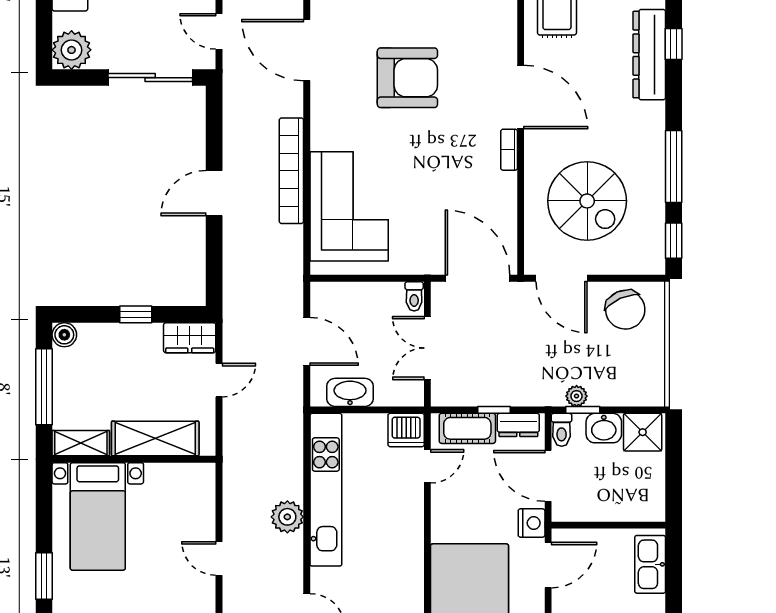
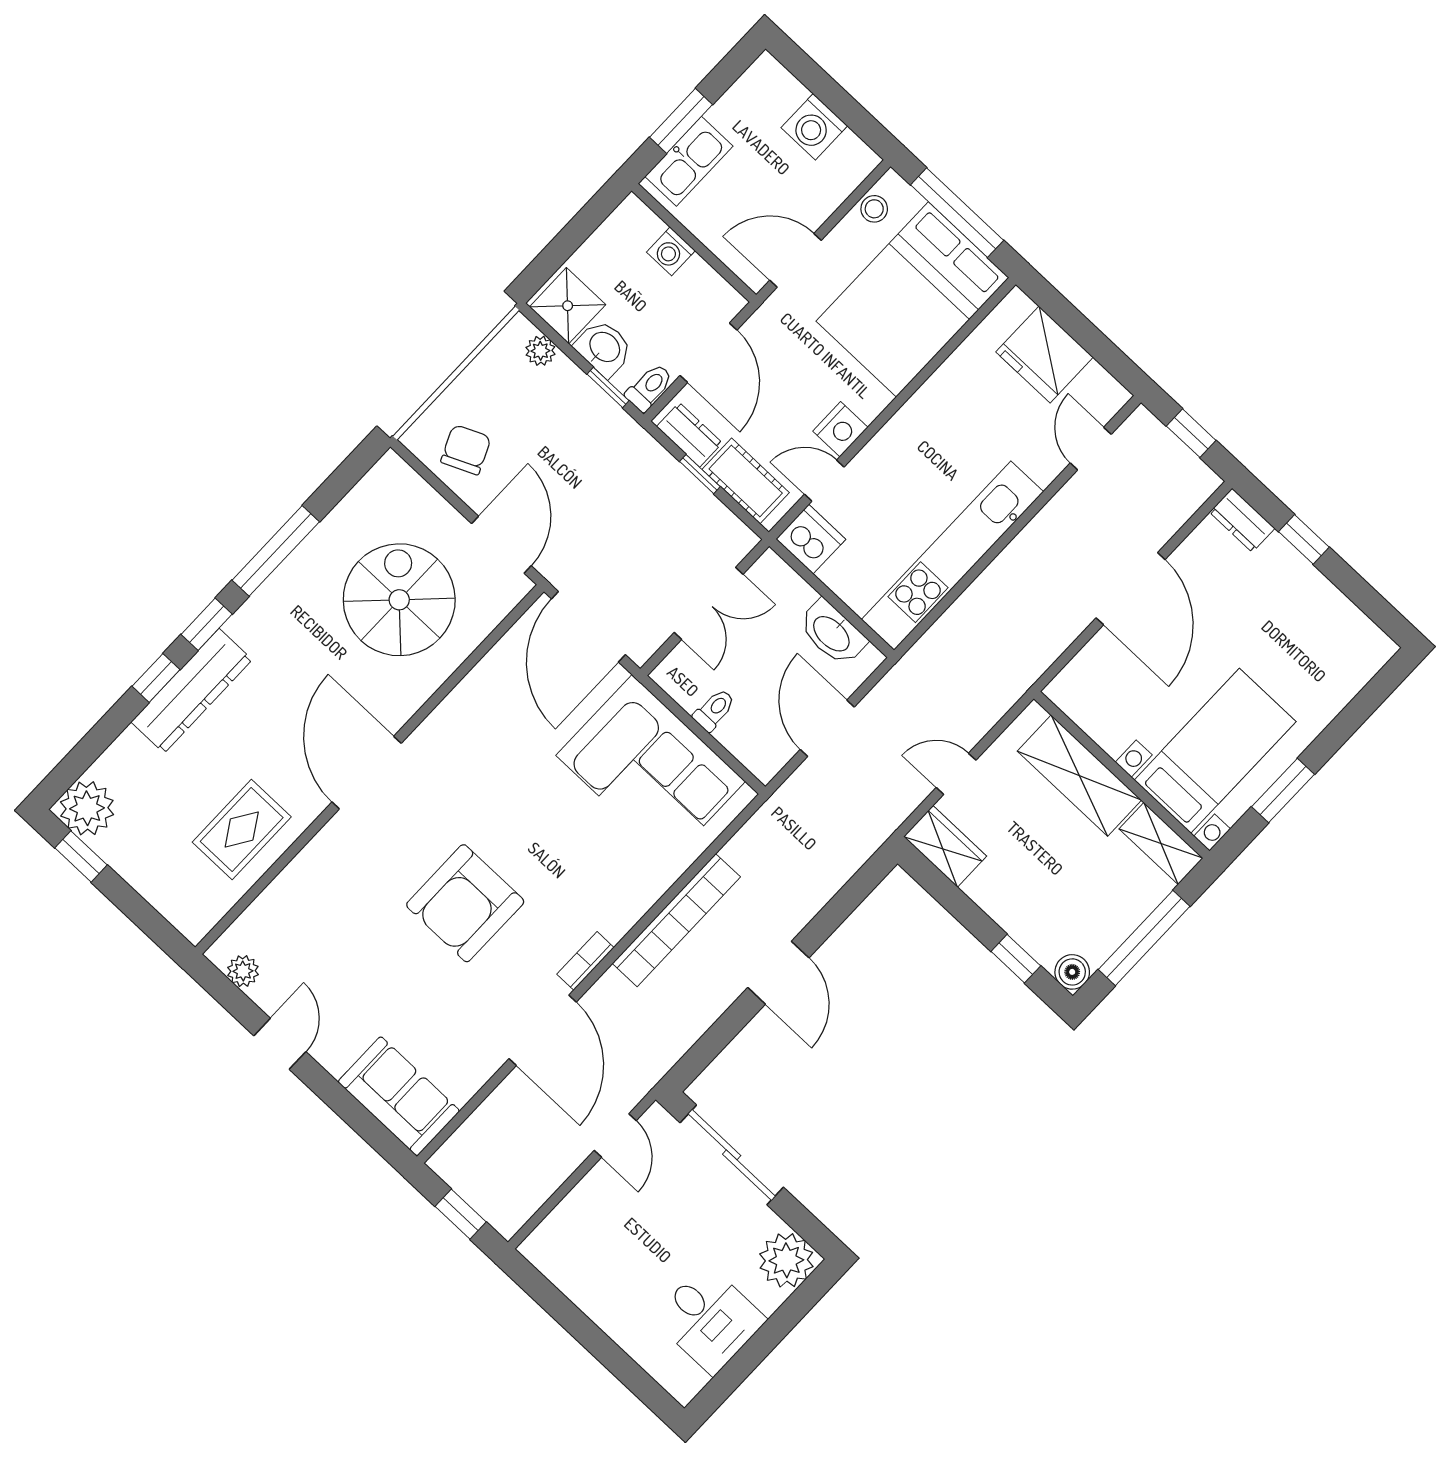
armchair: (407, 78) -> (465, 903), turned -90
bookcase: (509, 150) -> (585, 961), moved, turned 180
door: (214, 193) -> (778, 973), hinge flipped
corner sofa: (349, 206) -> (651, 768), moved, turned -90
window: (674, 241) -> (207, 624), moved
toilet: (414, 296) -> (714, 710), moved
chair: (625, 310) -> (466, 450), width x0.73, depth x0.73
window: (136, 314) -> (1016, 959), moved
plant: (577, 396) -> (540, 351), moved
washing machine: (616, 510) -> (671, 251), added
plant: (287, 517) -> (1019, 565), removed
nightstand: (532, 523) -> (840, 429), moved, turned 180
door: (219, 559) -> (1131, 589), width x1.88
window: (44, 576) -> (1283, 791), moved
window: (674, 581) -> (681, 121), added

